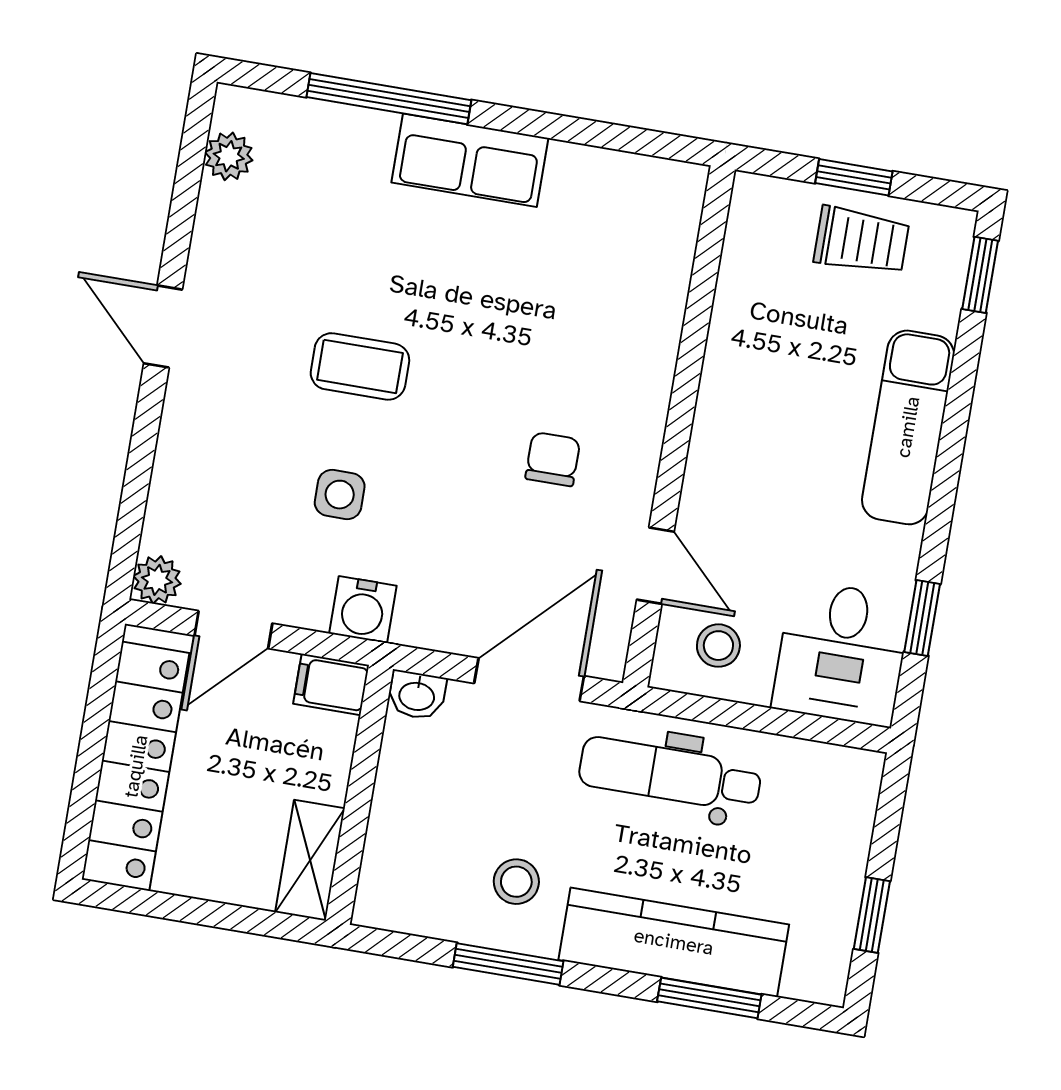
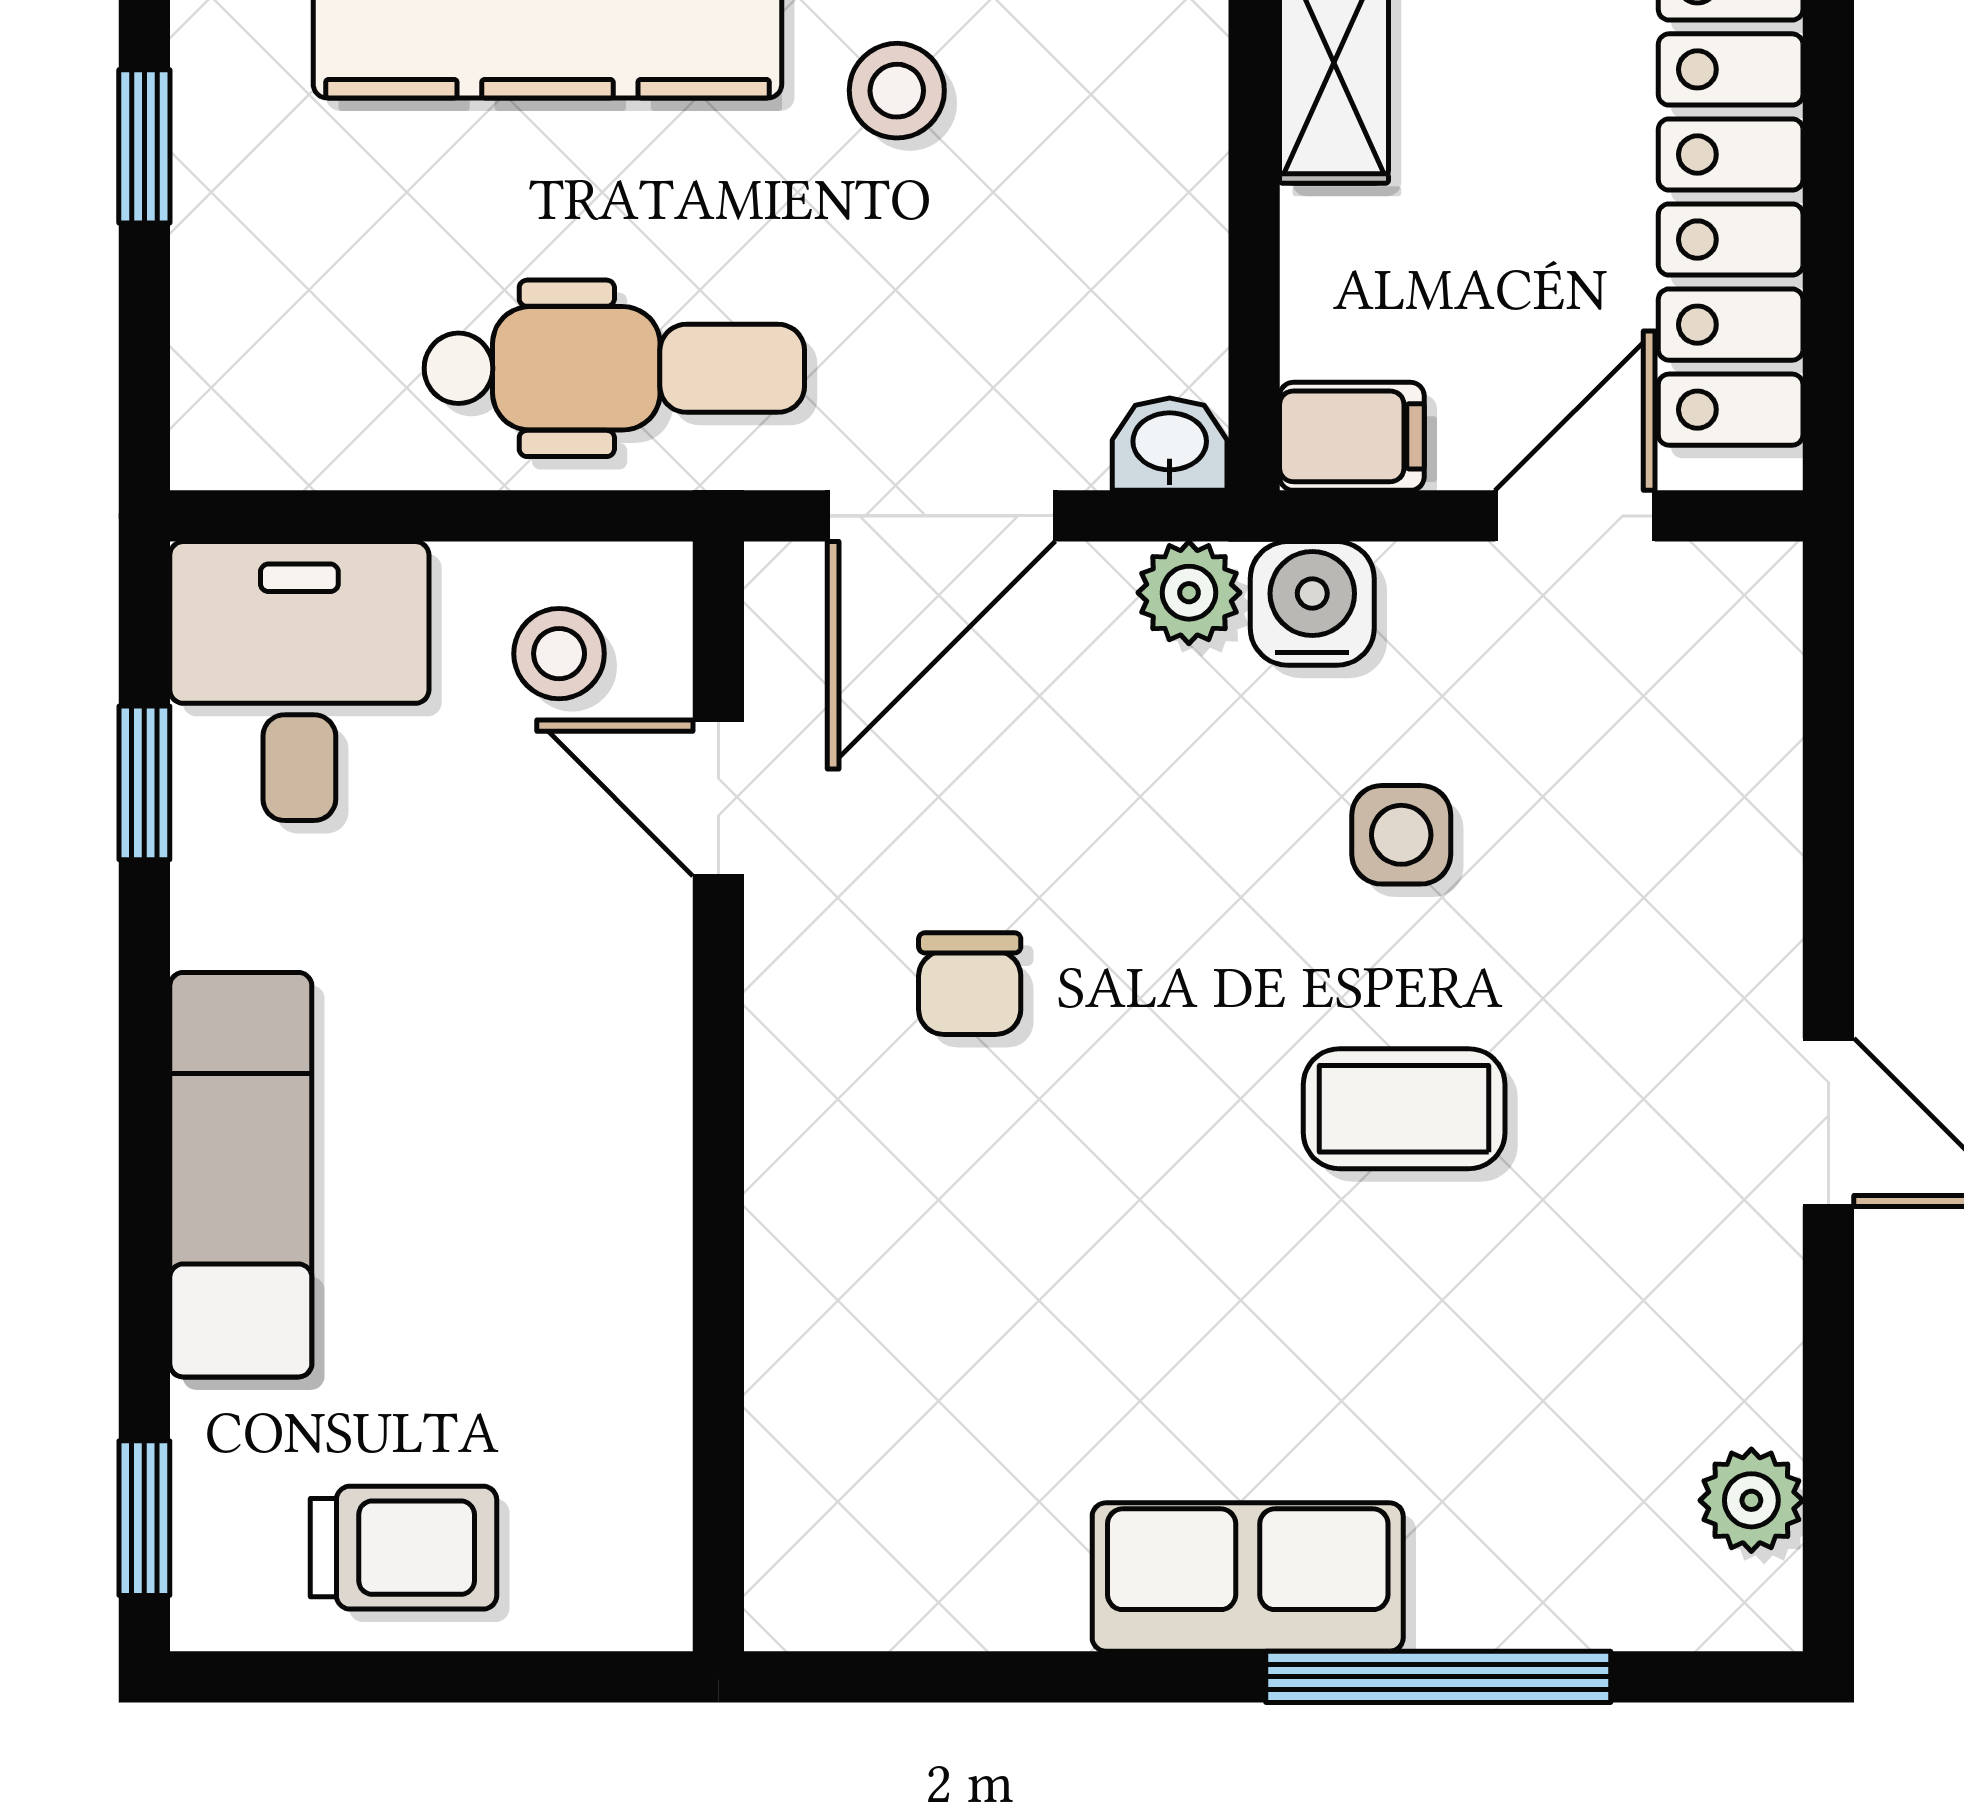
window: (854, 177) -> (442, 1677), removed
trolley: (862, 241) -> (404, 1548), turned 180
plant: (157, 580) -> (1189, 593), moved

